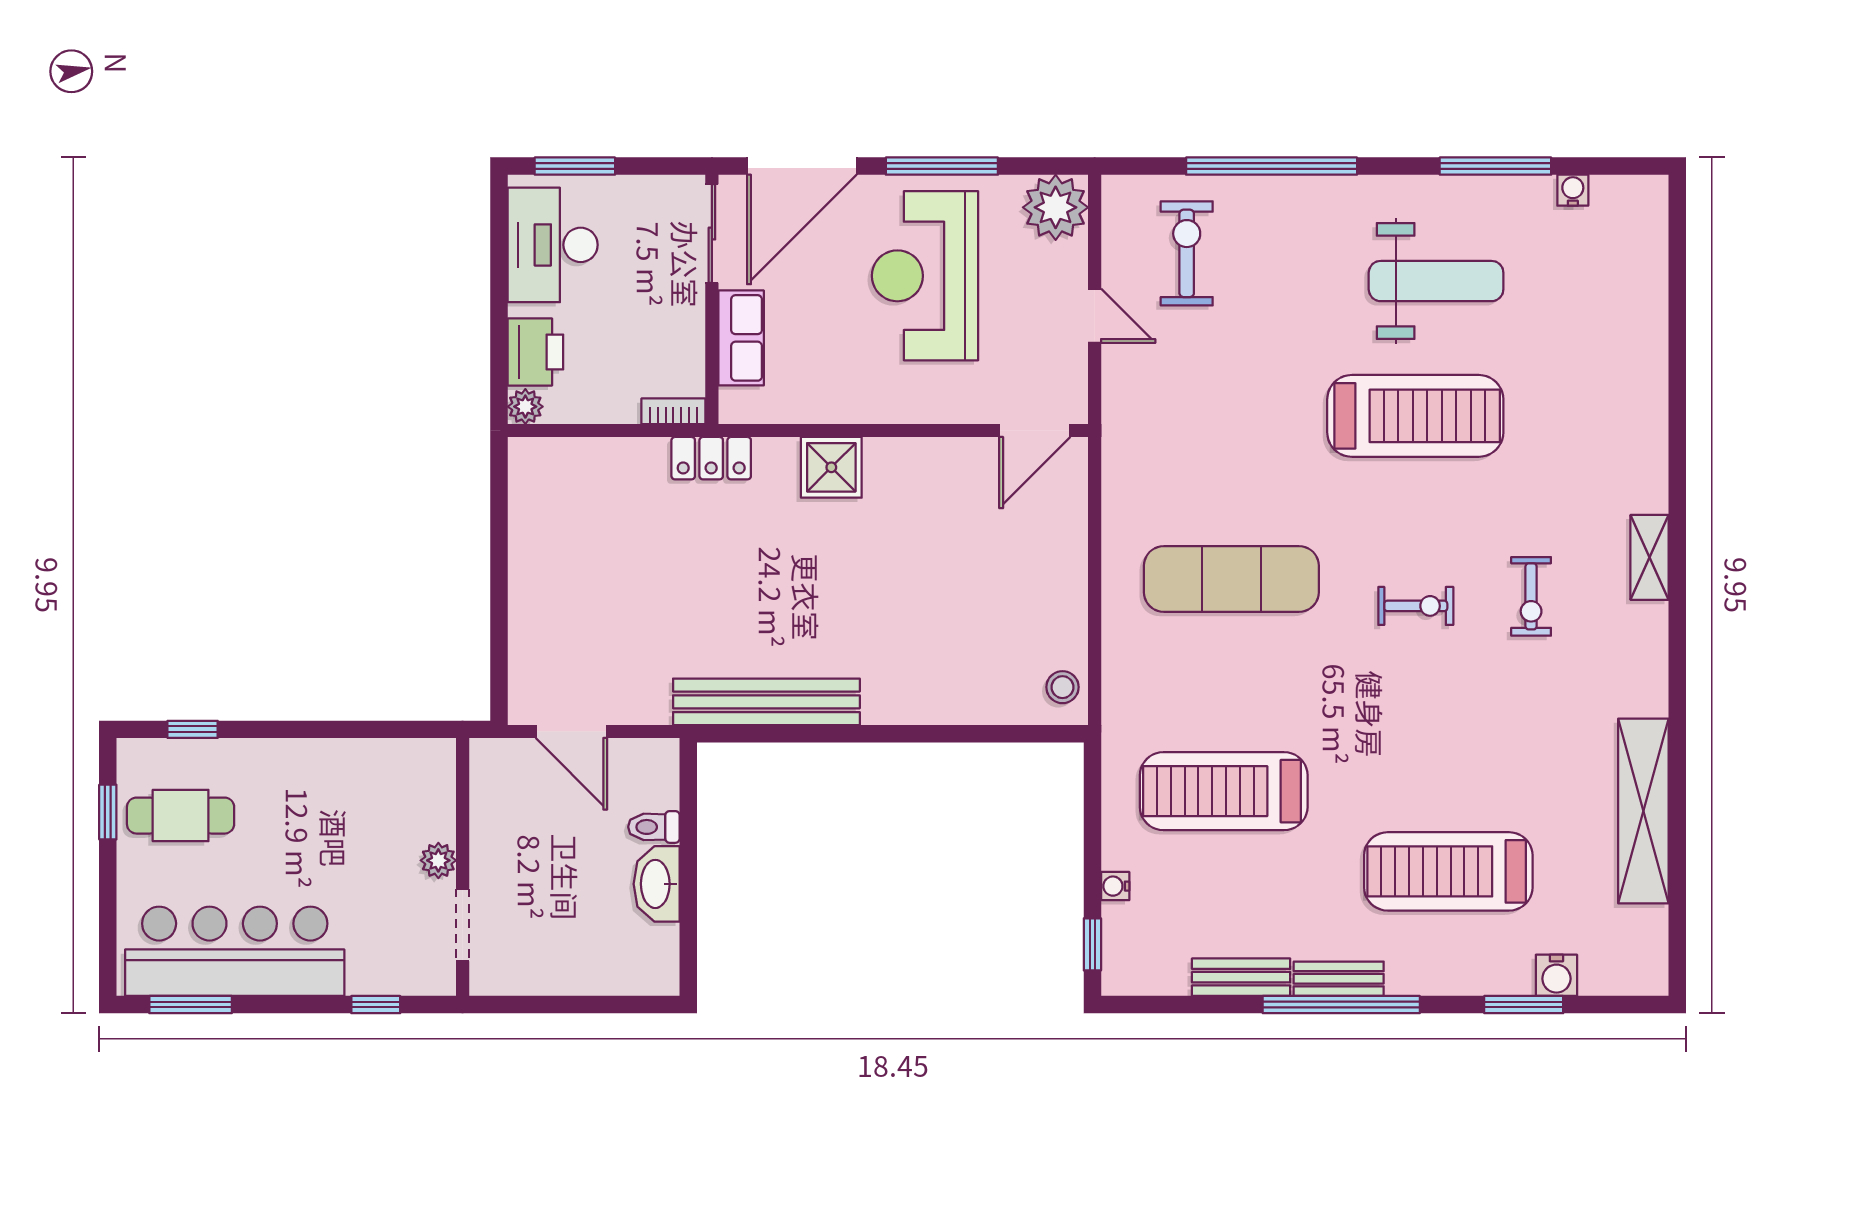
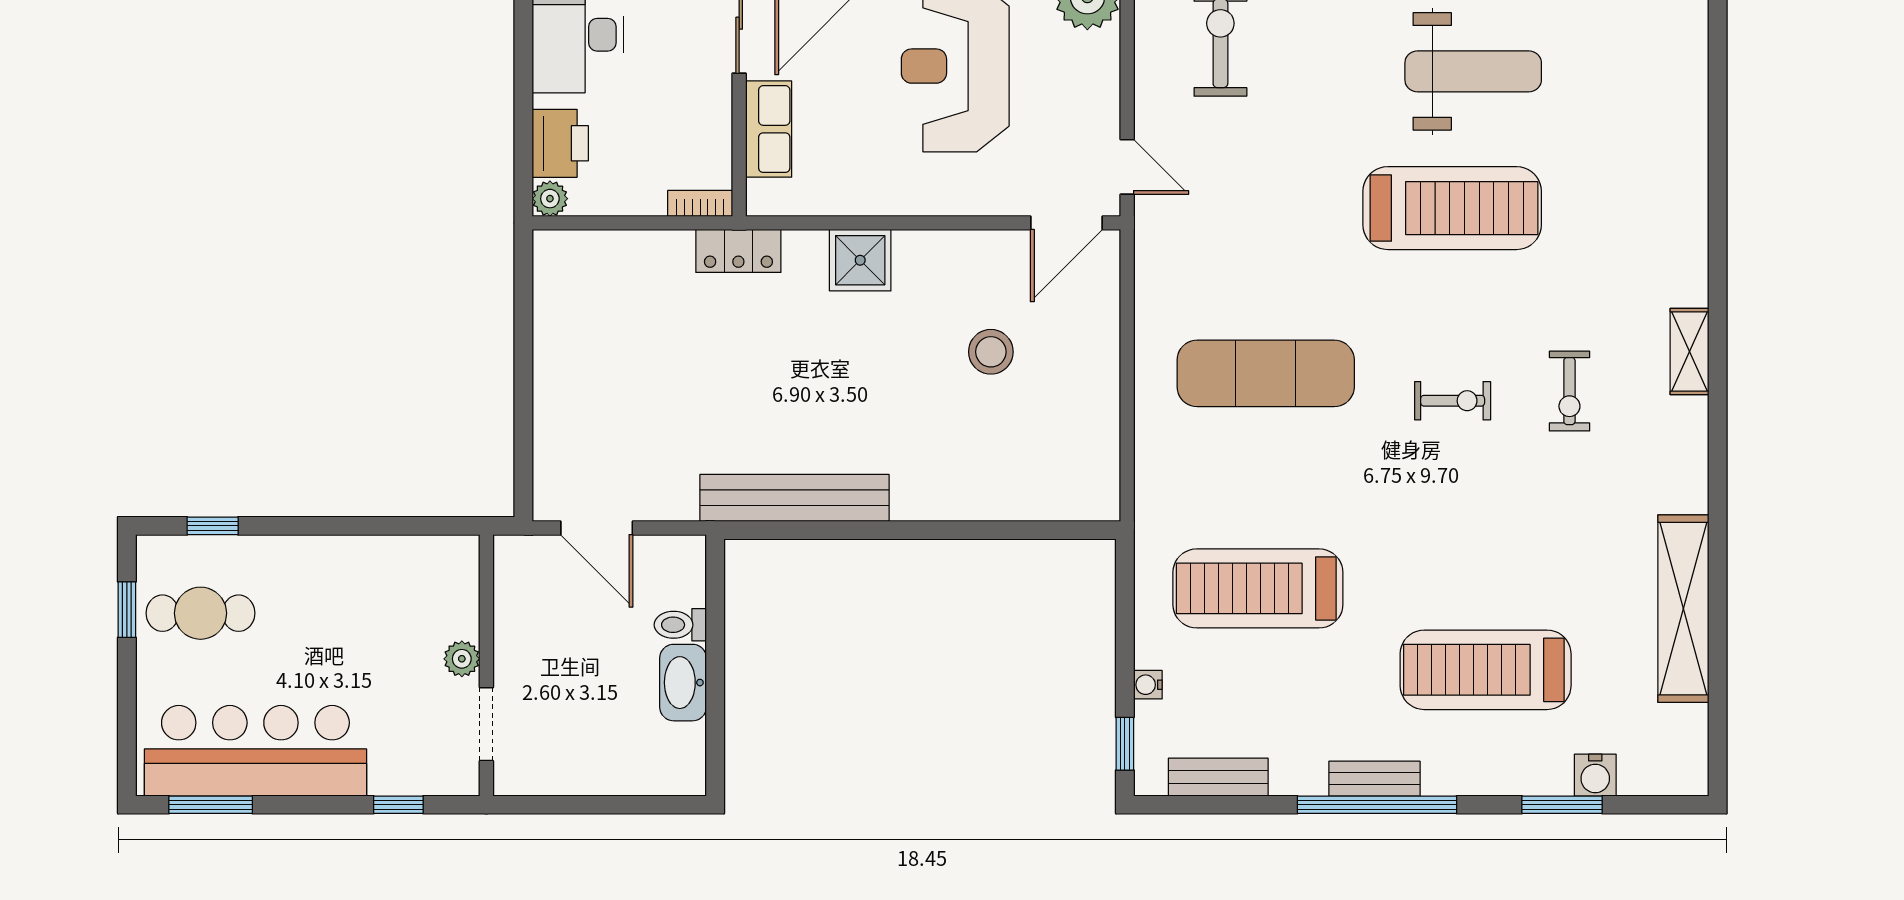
door: (1095, 316) -> (1127, 167), moved
stool: (1062, 687) -> (991, 352), moved, width x1.37, depth x1.37
bench: (1241, 977) -> (1218, 777), moved

